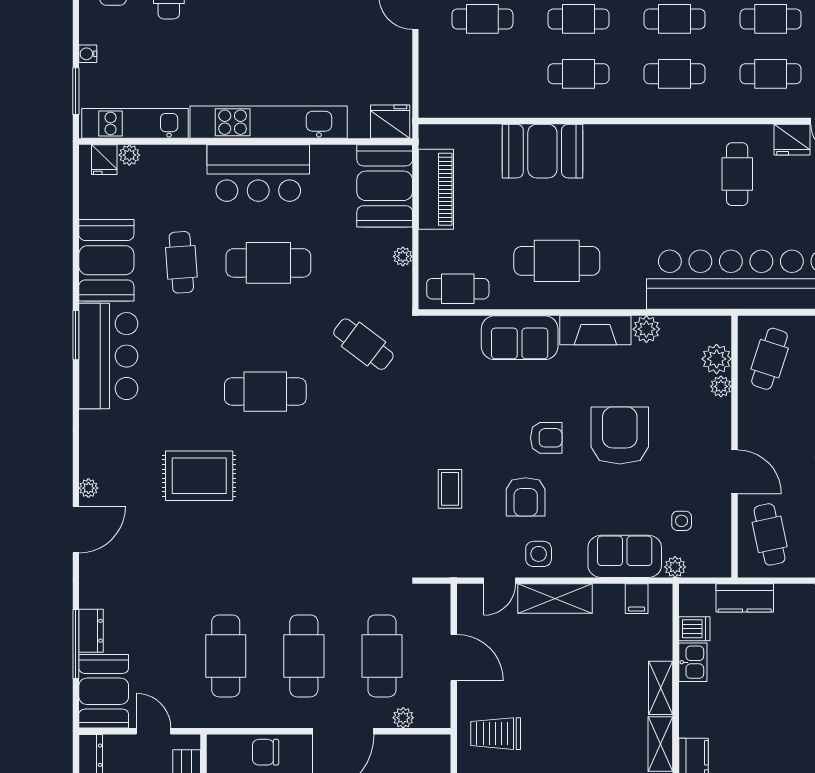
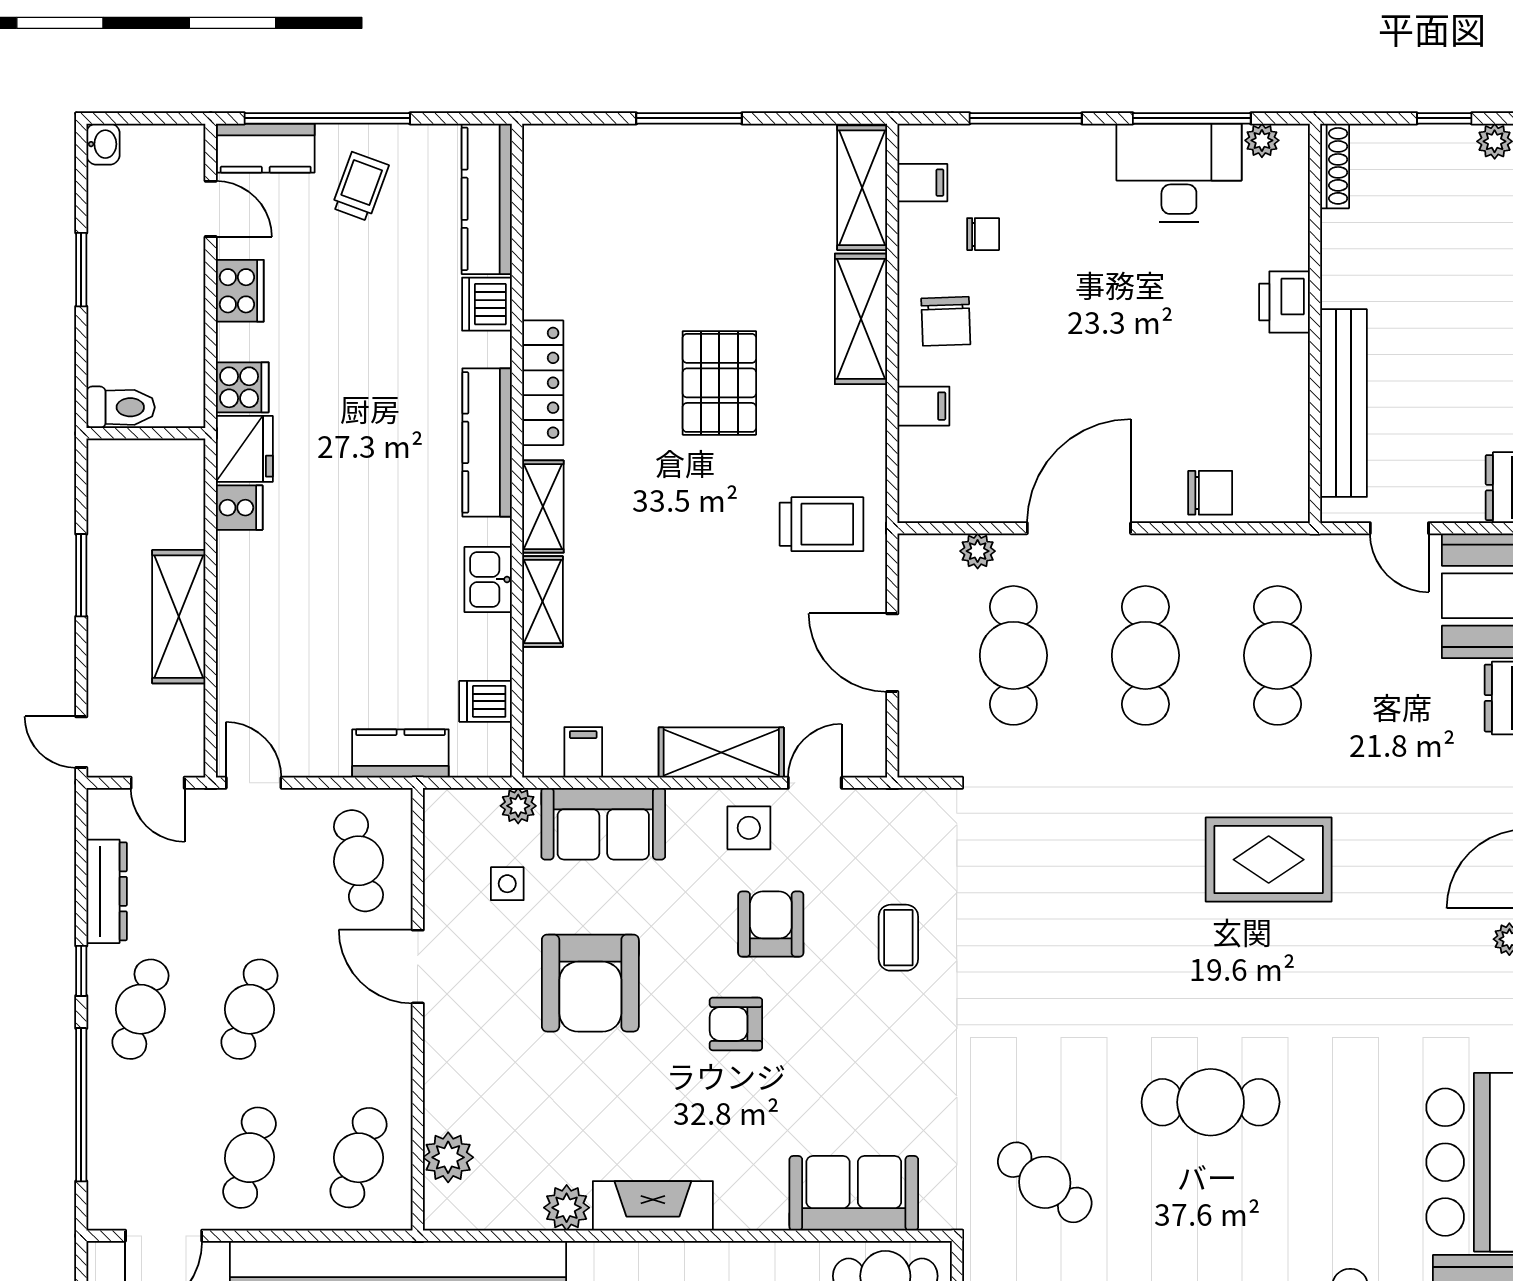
sofa: (520, 338) -> (854, 1193), moved
plant: (721, 386) -> (441, 1111), removed
armchair: (620, 435) -> (590, 983), moved
rug: (199, 476) -> (1269, 860), moved
kitchen sink: (693, 662) -> (488, 579), moved

